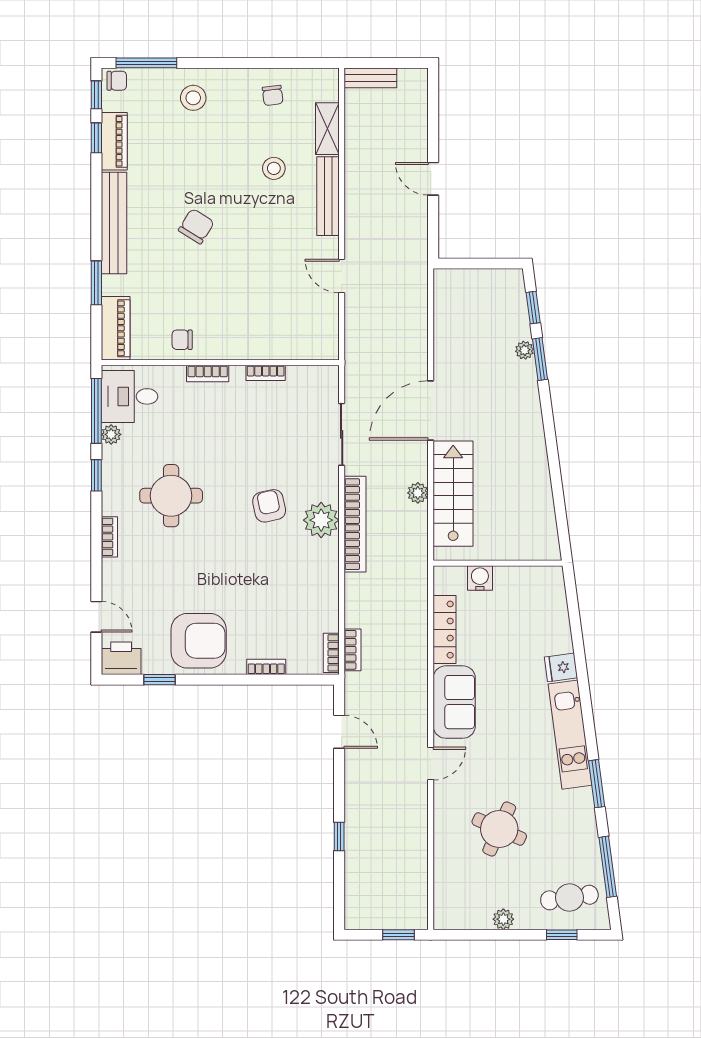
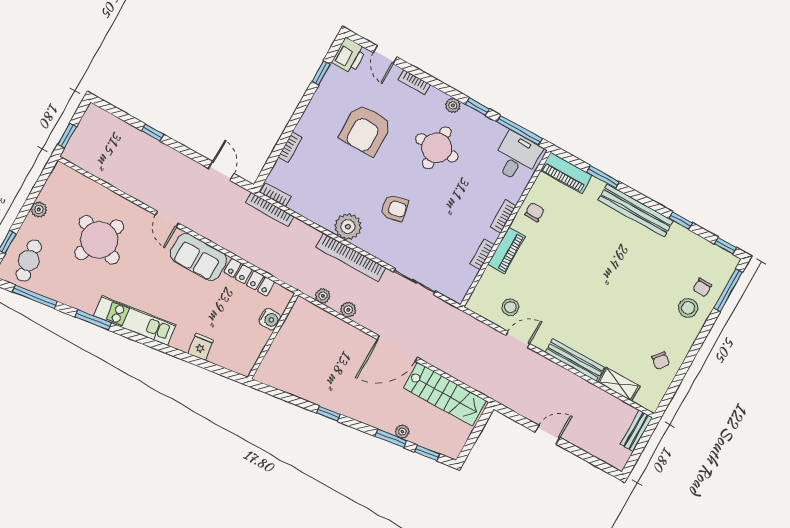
chair: (117, 81) -> (702, 287), moved
chair: (273, 95) -> (661, 361), turned -134
window: (96, 138) -> (681, 221), moved
piano: (114, 141) -> (506, 250), moved, turned -90
stool: (274, 168) -> (510, 307), moved
chair: (196, 226) -> (603, 263), removed
door: (431, 411) -> (397, 348), swing flipped
plant: (111, 434) -> (453, 105), moved
window: (552, 448) -> (329, 414), added
stairs: (453, 494) -> (445, 394), moved
plant: (321, 520) -> (348, 227), moved
plant: (418, 532) -> (323, 296), added
bookcase: (109, 537) -> (414, 82), moved
door: (96, 617) -> (385, 55), hinge flipped
armchair: (199, 641) -> (365, 130), moved
bookcase: (352, 650) -> (270, 210), width x1.56
fridge: (561, 667) -> (201, 347), moved
door: (339, 732) -> (221, 171), swing flipped
round table: (499, 829) -> (99, 240), width x1.36, depth x1.36

